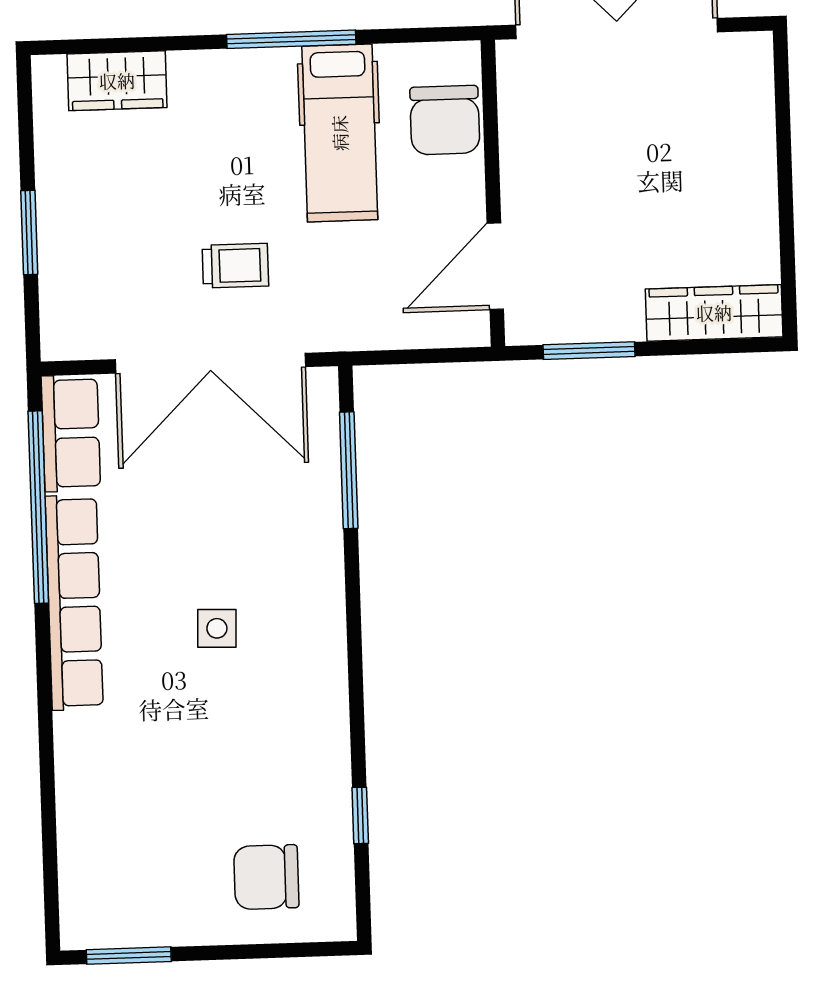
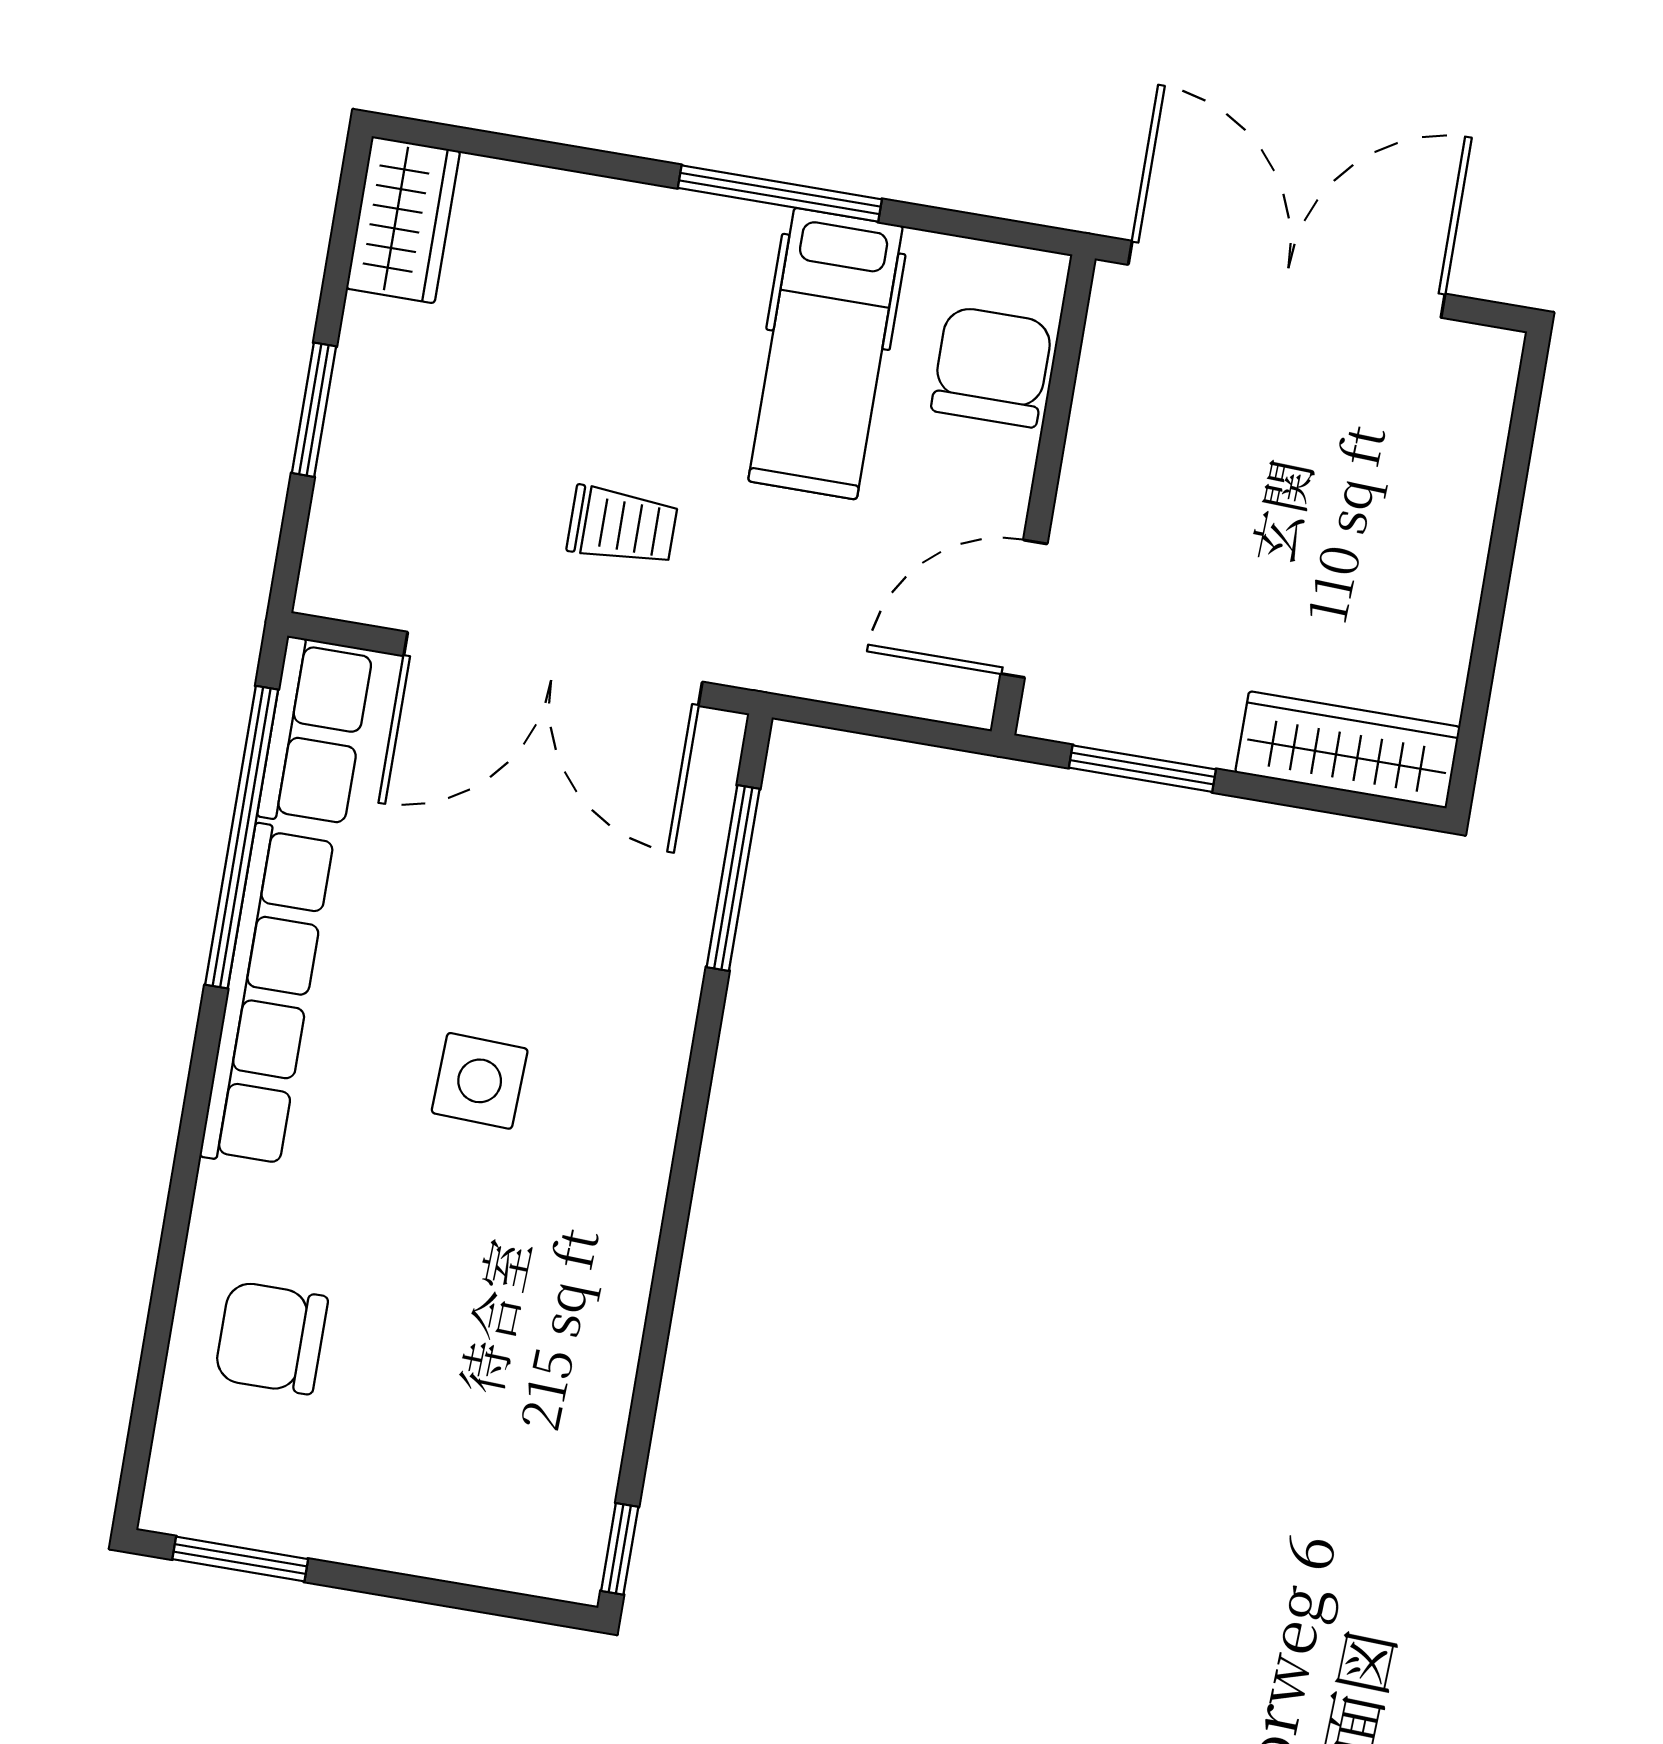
wardrobe: (117, 81) -> (403, 220), moved, turned -90
chair: (445, 120) -> (992, 367), turned 180
side table: (217, 628) -> (480, 1081), width x1.37, depth x1.37
window: (360, 815) -> (620, 1549), moved
chair: (266, 877) -> (271, 1338), moved

